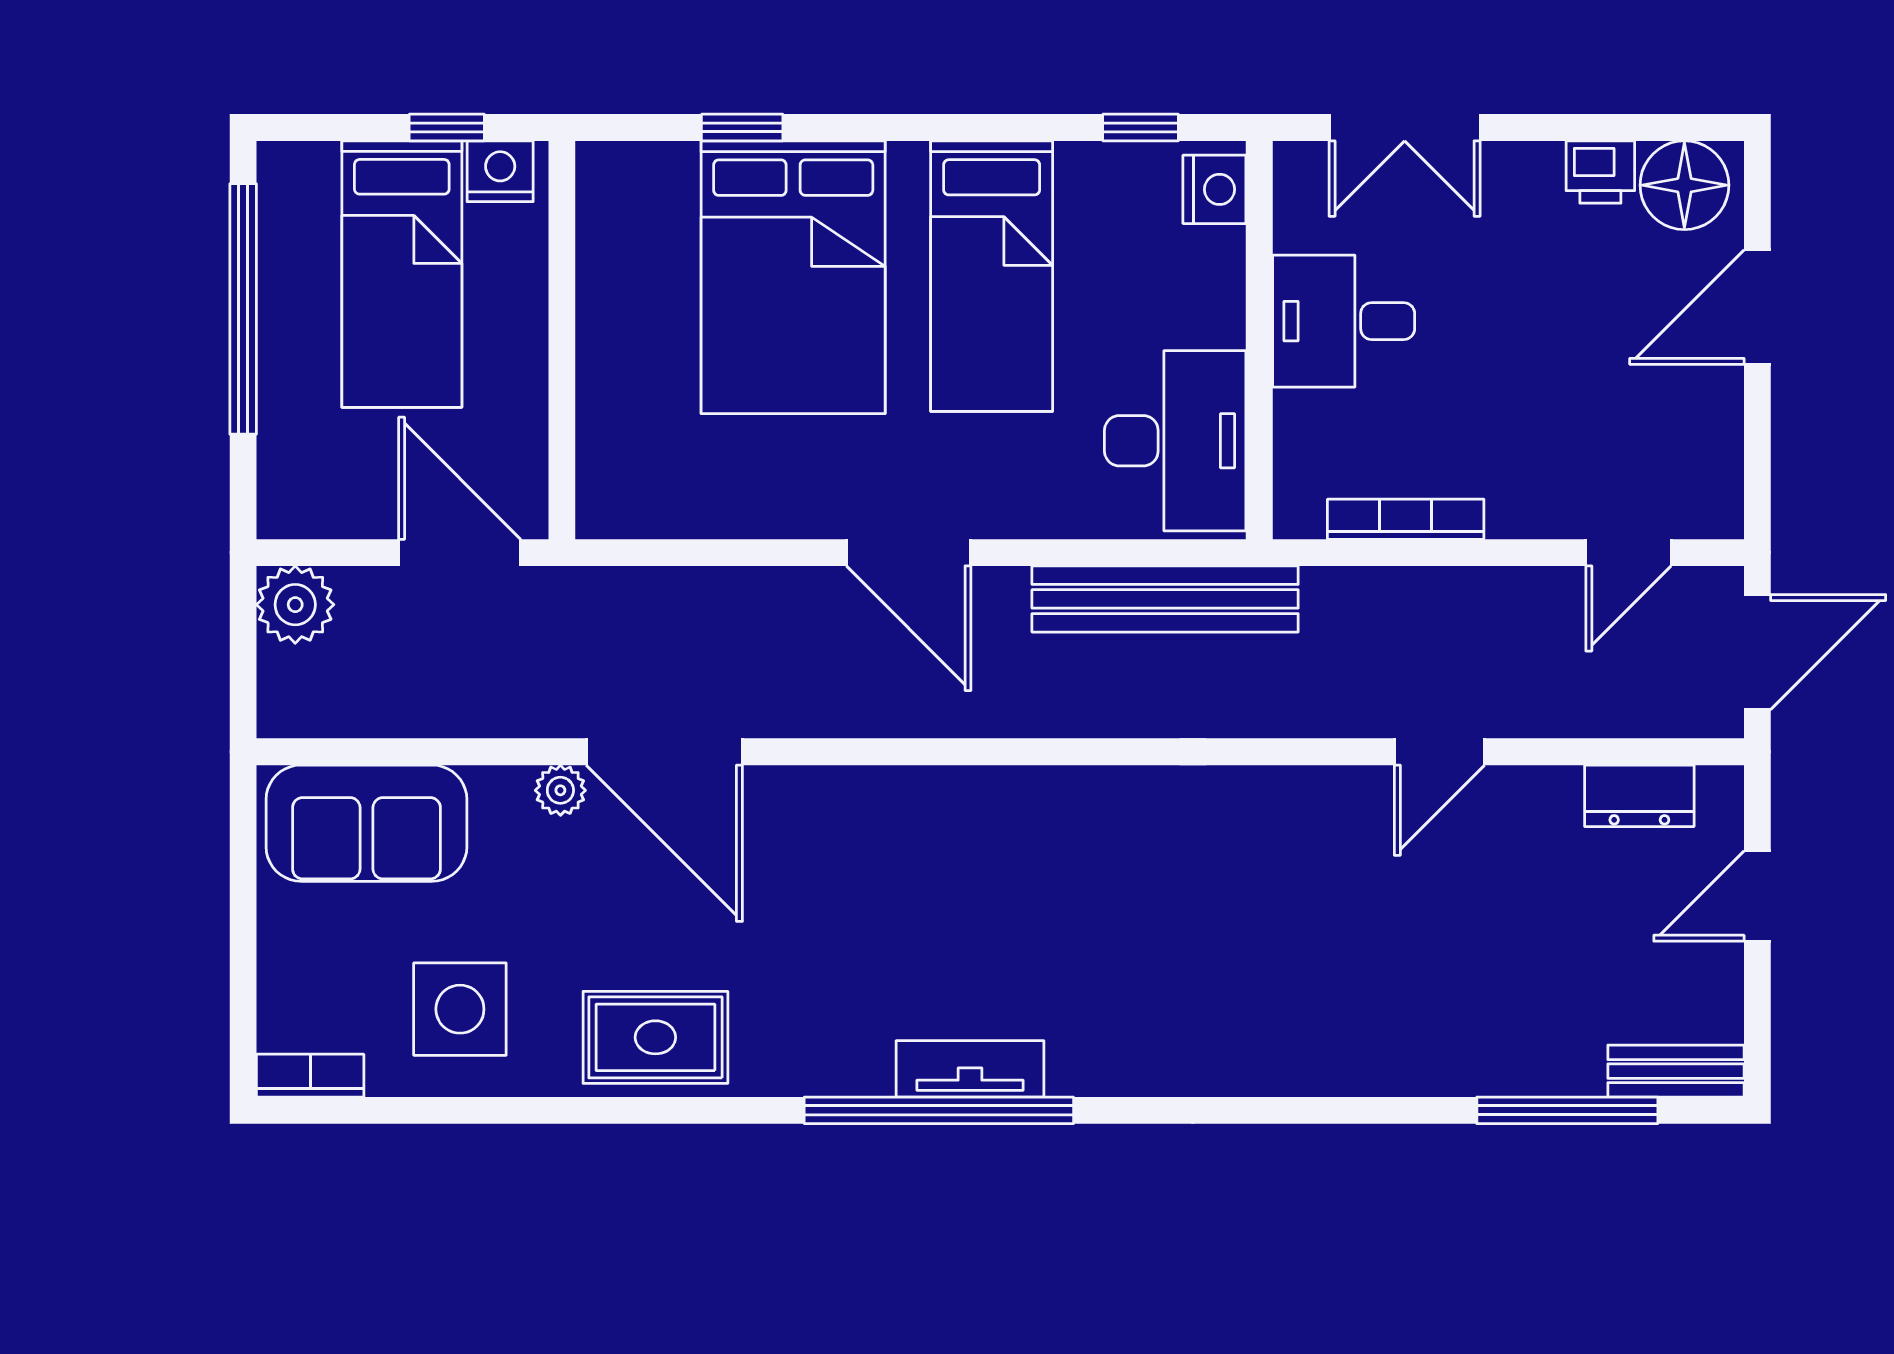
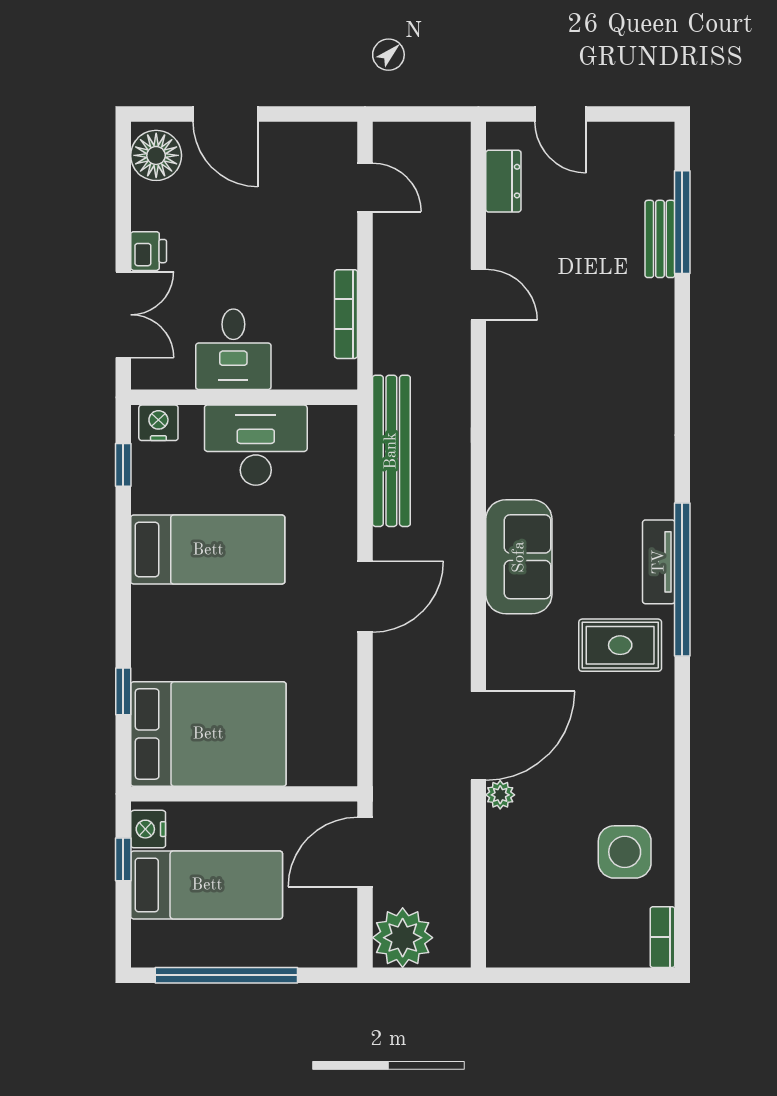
printer: (1600, 172) -> (149, 251), moved
bed: (793, 277) -> (208, 734), moved
desk: (1175, 441) -> (256, 445), moved
plant: (295, 605) -> (403, 938), width x1.36, depth x1.36
door: (1757, 652) -> (422, 114), removed
sofa: (366, 823) -> (519, 557), moved
rug: (655, 1037) -> (620, 645), moved, turned 90
bench: (1676, 1071) -> (660, 239), moved

